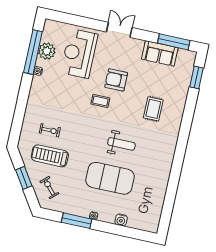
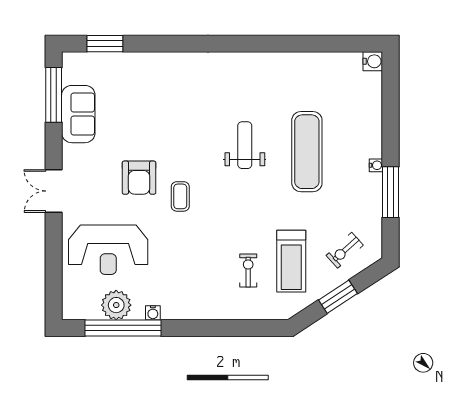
rug: (153, 109) -> (174, 105), removed
exercise mat: (110, 178) -> (307, 152), width x0.68
water cooler: (121, 220) -> (373, 61), moved

